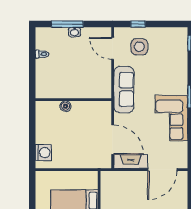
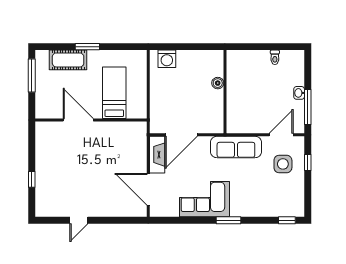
window: (67, 24) -> (308, 107), moved

